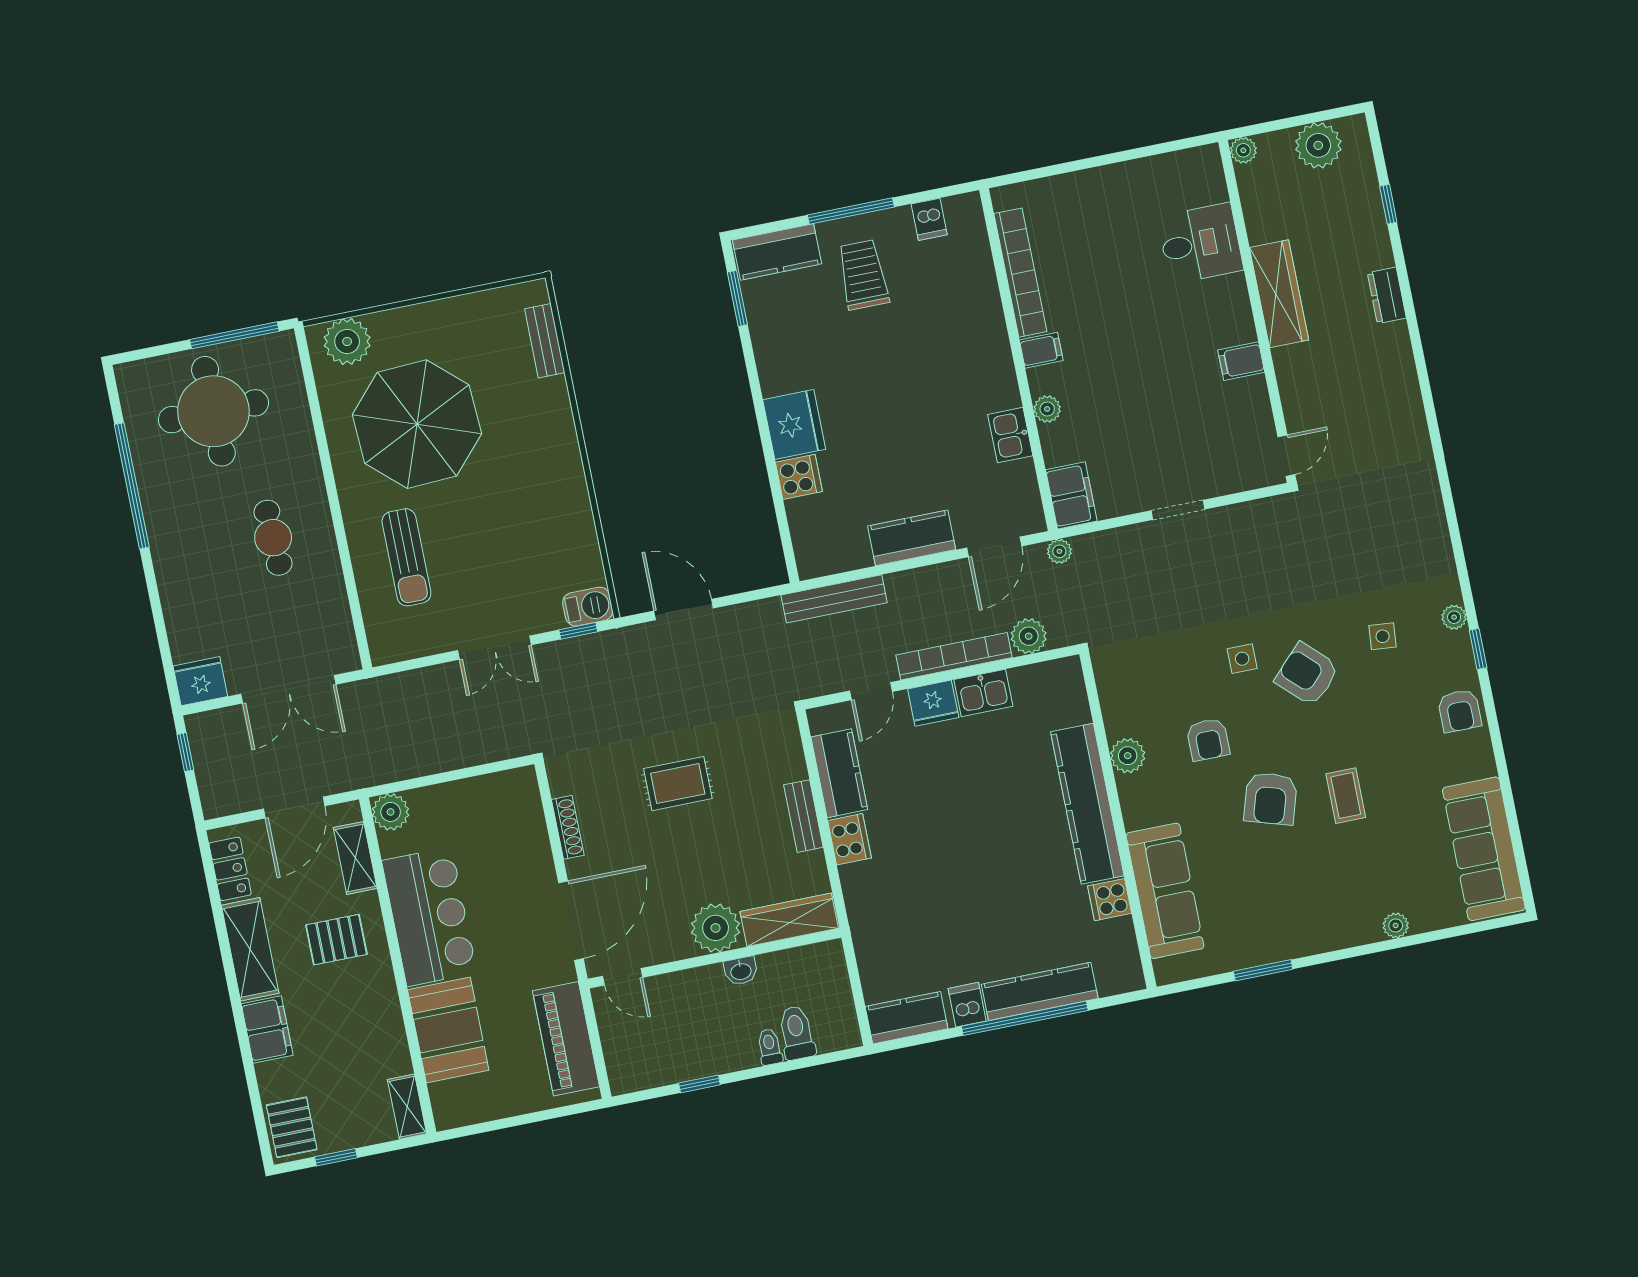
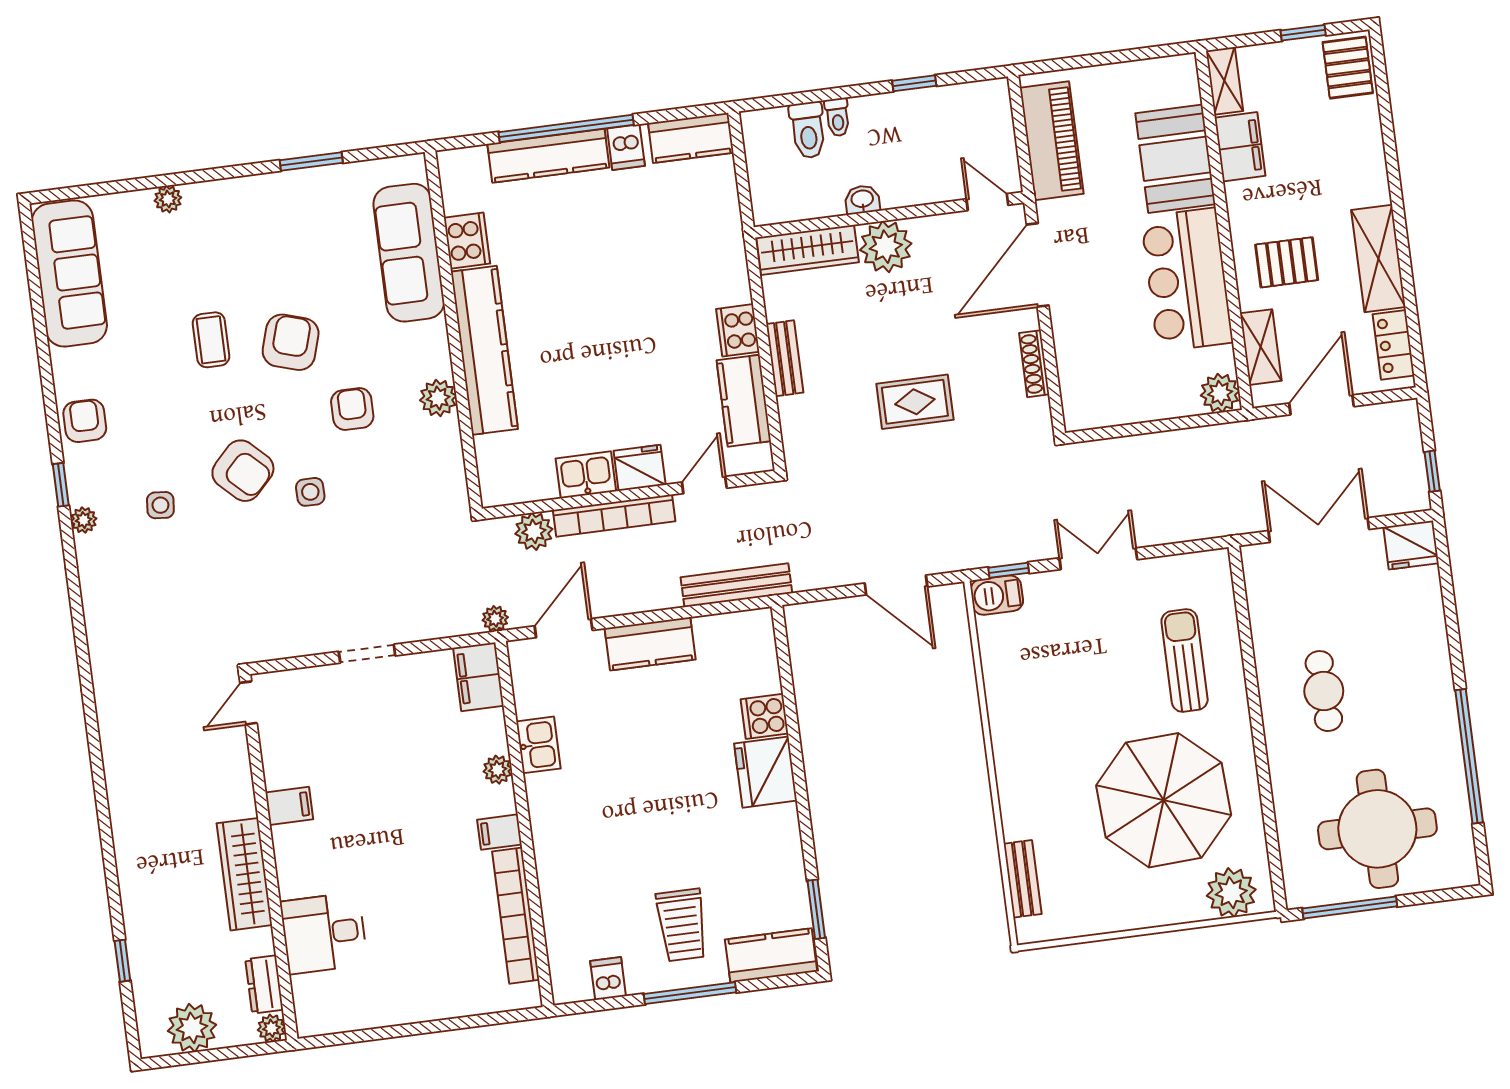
dresser: (1387, 295) -> (264, 984), moved, turned 180
cooker: (1110, 900) -> (467, 241), width x1.36
filing cabinet: (267, 1030) -> (1240, 147), moved, turned 180

